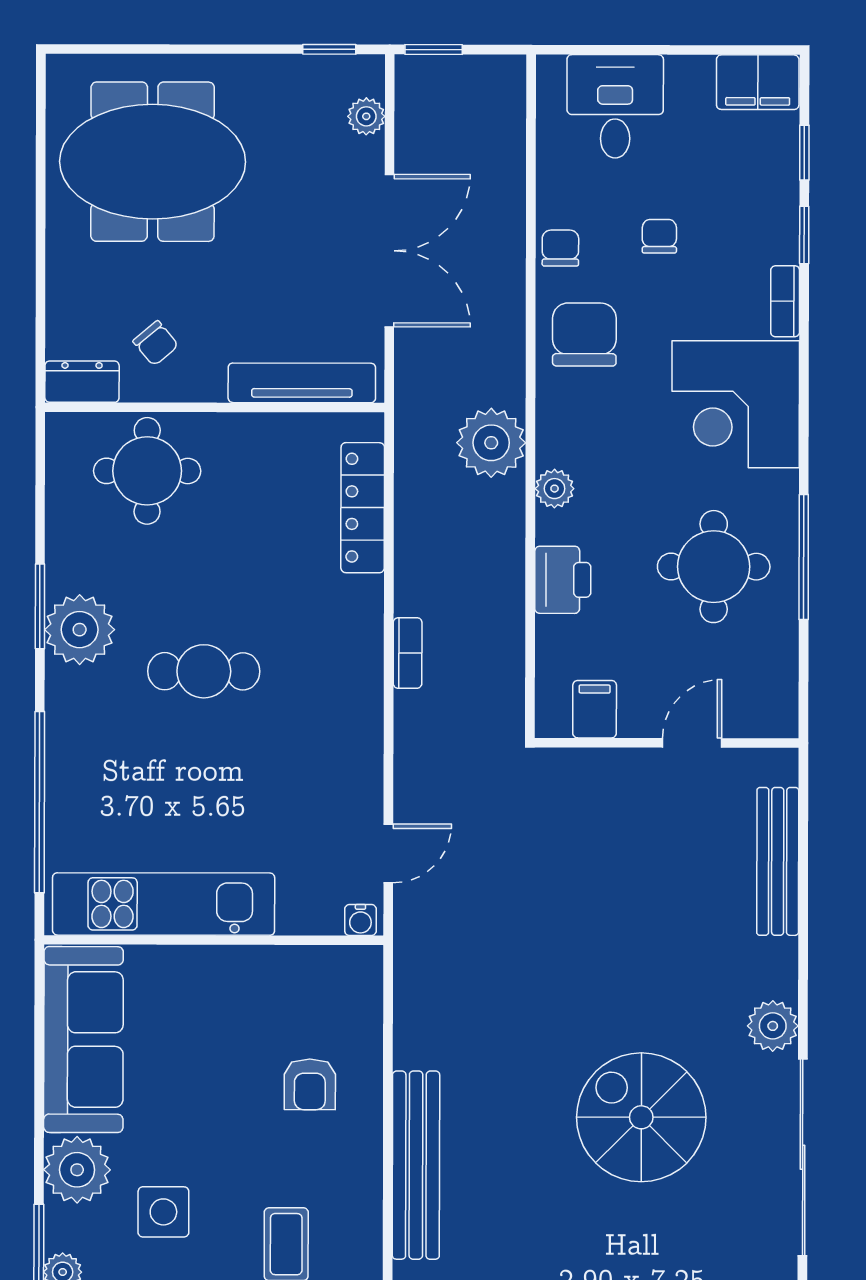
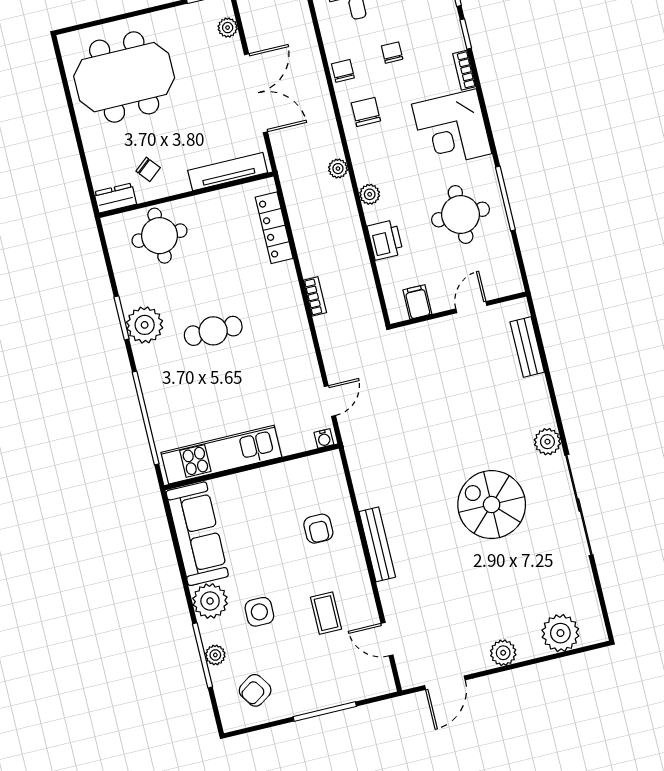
chair: (584, 334) -> (366, 112), width x0.73, depth x0.73
plant: (491, 443) -> (338, 169), width x0.53, depth x0.53
bench: (778, 861) -> (527, 347), width x0.73
bench: (416, 1165) -> (377, 544), width x0.73, depth x0.82

